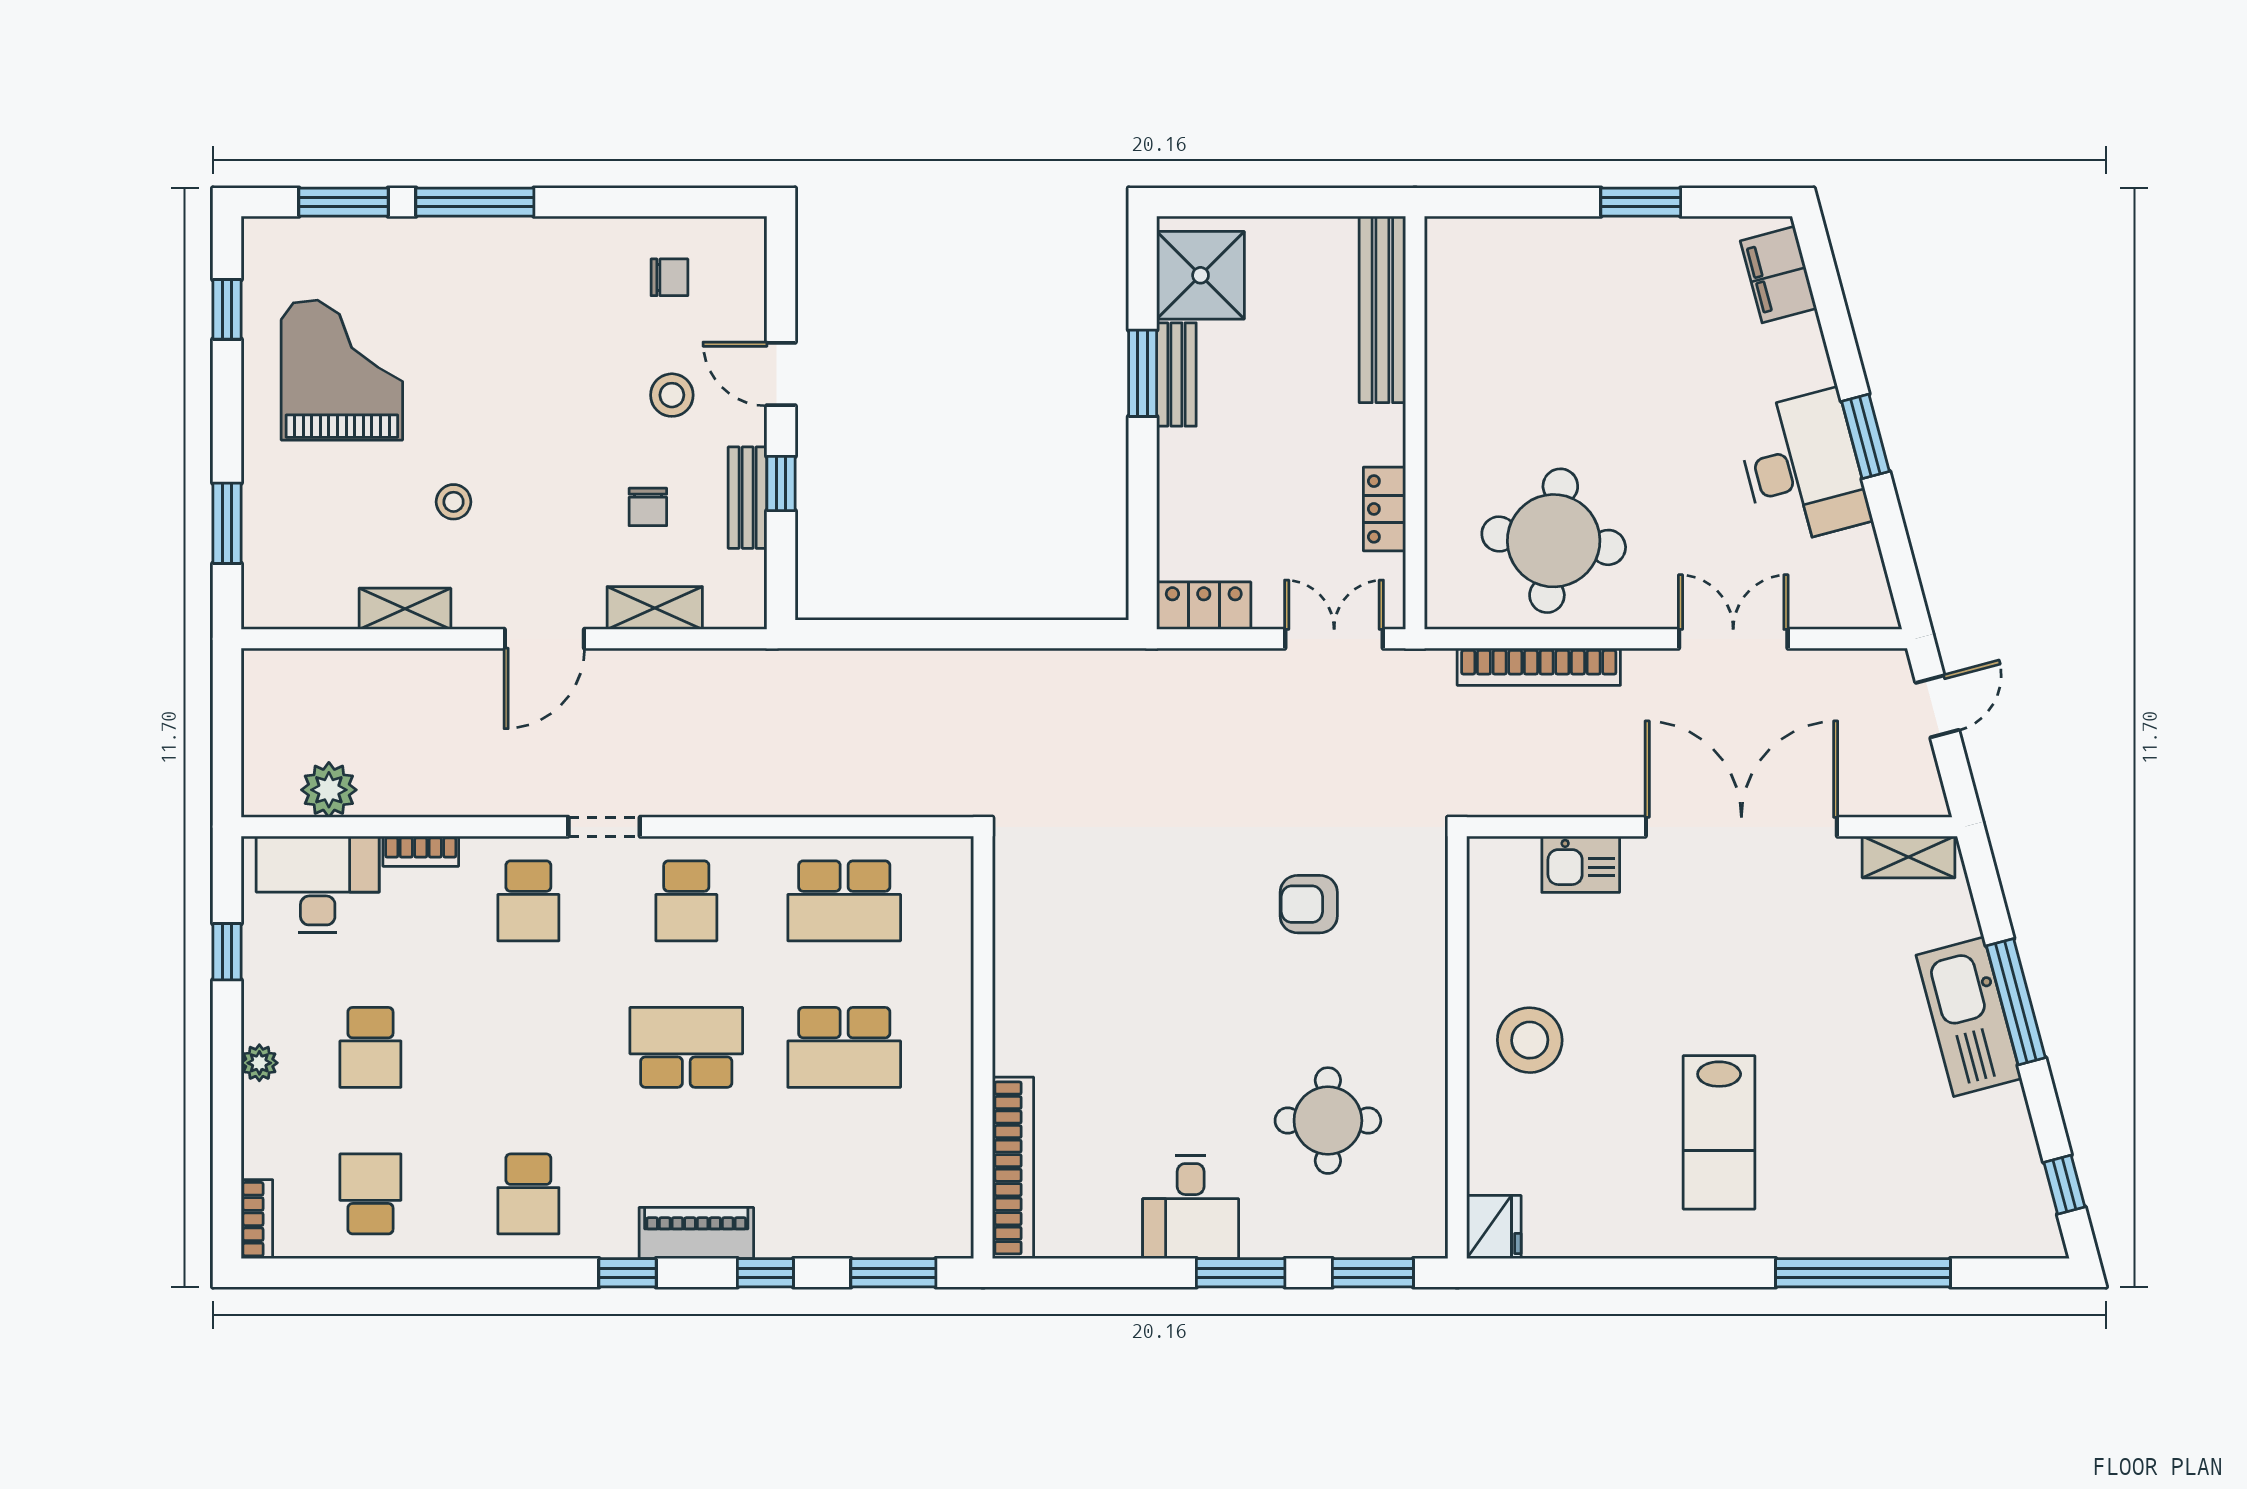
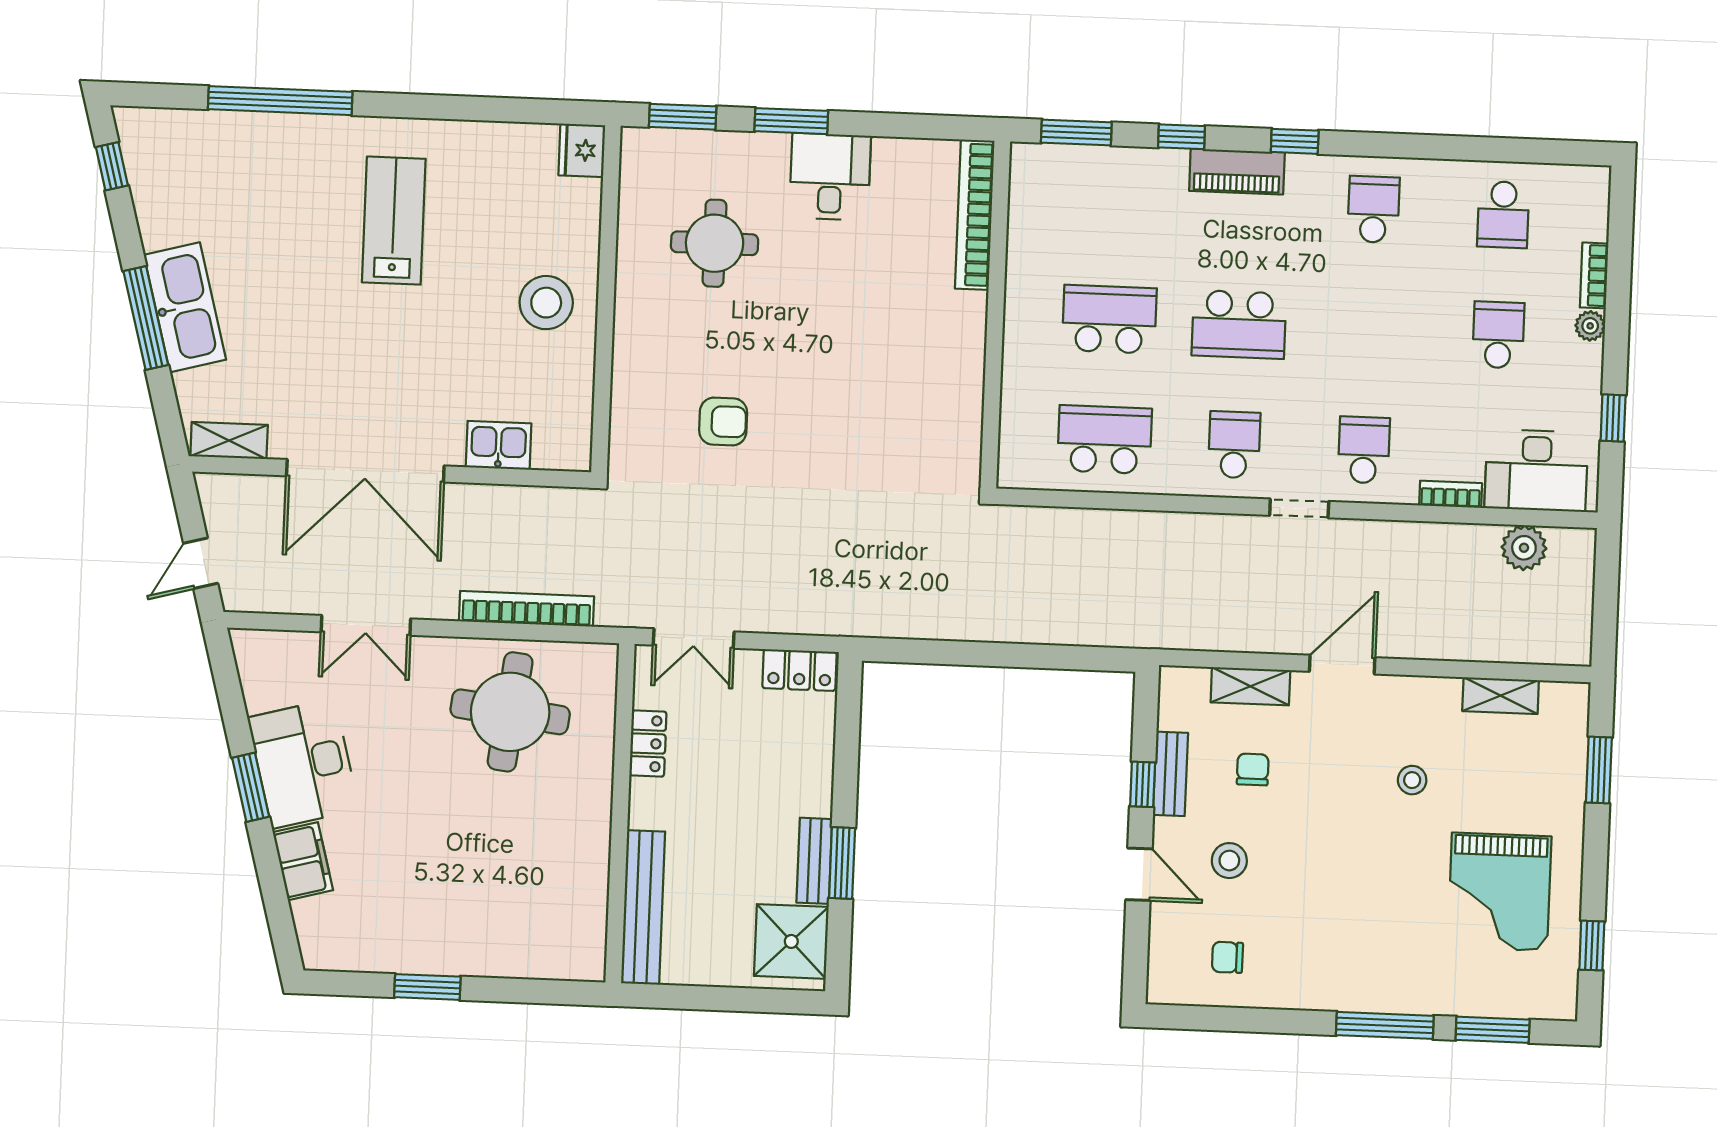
filing cabinet: (1779, 275) -> (303, 861), moved
shelving: (405, 609) -> (1501, 696), moved
bookcase: (257, 1219) -> (1594, 275), moved

